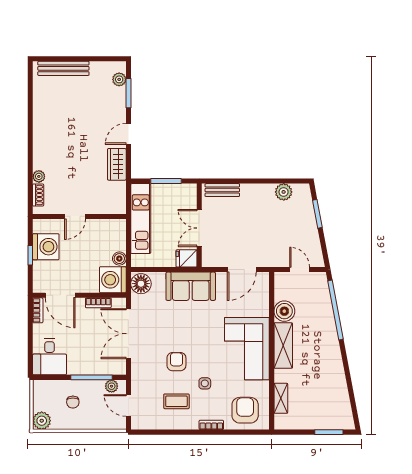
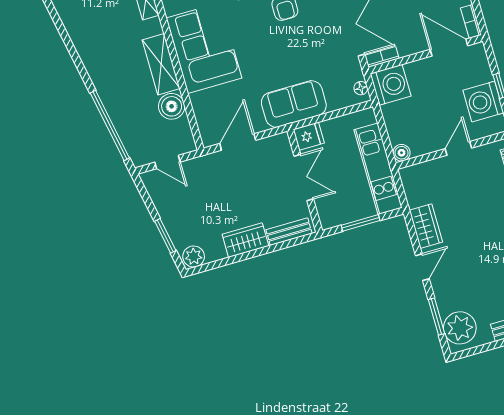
plant: (119, 79) -> (460, 328), width x1.88, depth x1.88
plant: (284, 192) -> (194, 256), moved
wardrobe: (257, 193) -> (245, 240), added
boiler: (119, 259) -> (402, 153), moved
floor lamp: (141, 284) -> (361, 88), width x0.53, depth x0.53
bookcase: (98, 303) -> (382, 57), moved

